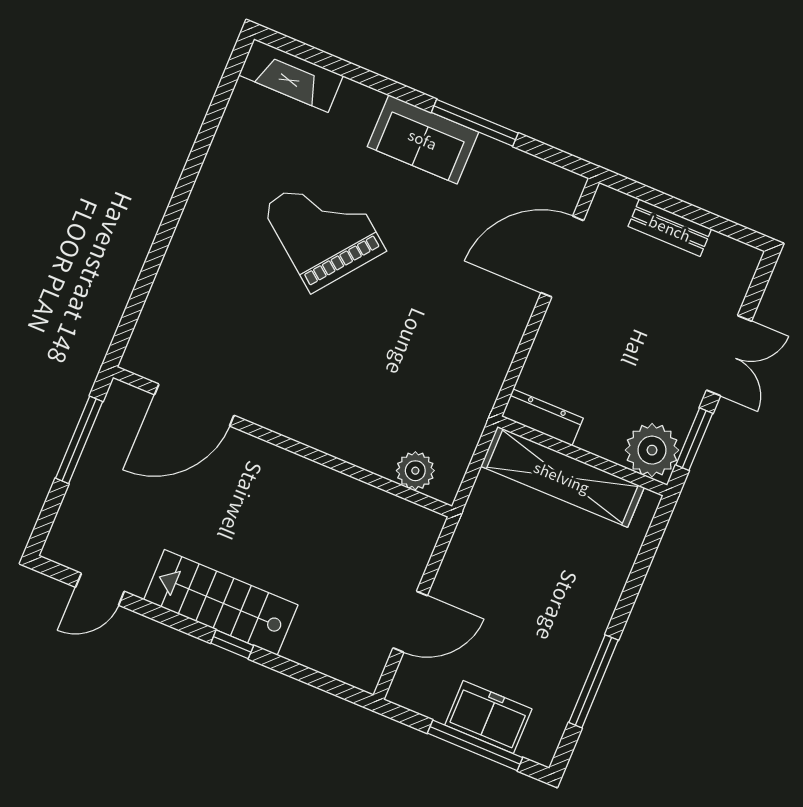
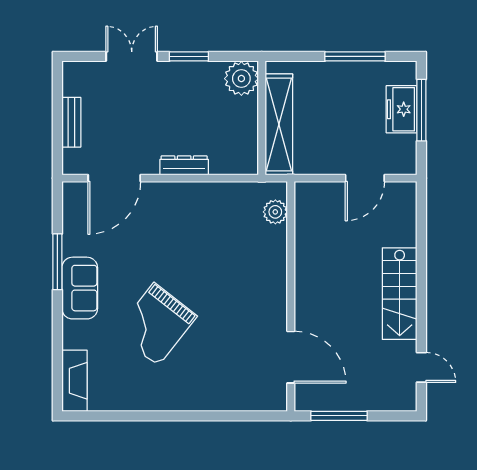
door: (562, 257) -> (114, 178), hinge flipped
dresser: (542, 417) -> (184, 165), moved, turned 90
plant: (652, 450) -> (241, 79), moved
wall: (582, 456) -> (262, 118), moved
shelving: (562, 477) -> (279, 124), moved
door: (410, 622) -> (365, 178), swing flipped
window: (232, 644) -> (421, 277), removed

